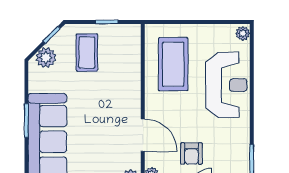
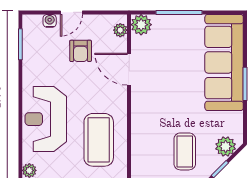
armchair: (191, 153) -> (81, 51), turned 180

